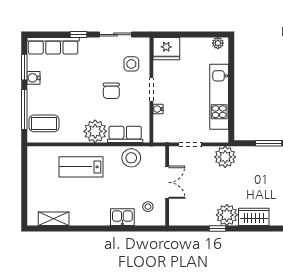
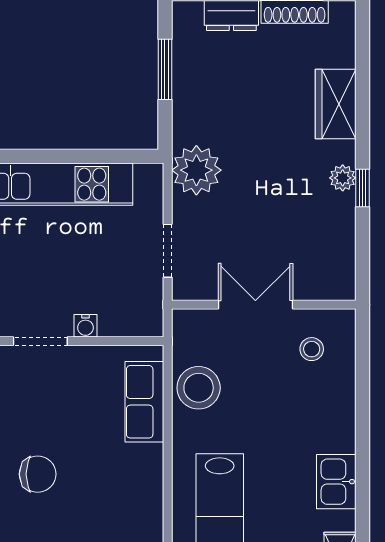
chair: (111, 91) -> (38, 474), moved
plant: (95, 131) -> (137, 471), removed
plant: (227, 215) -> (343, 178), width x0.53, depth x0.53
kitchen sink: (122, 217) -> (336, 482), moved

